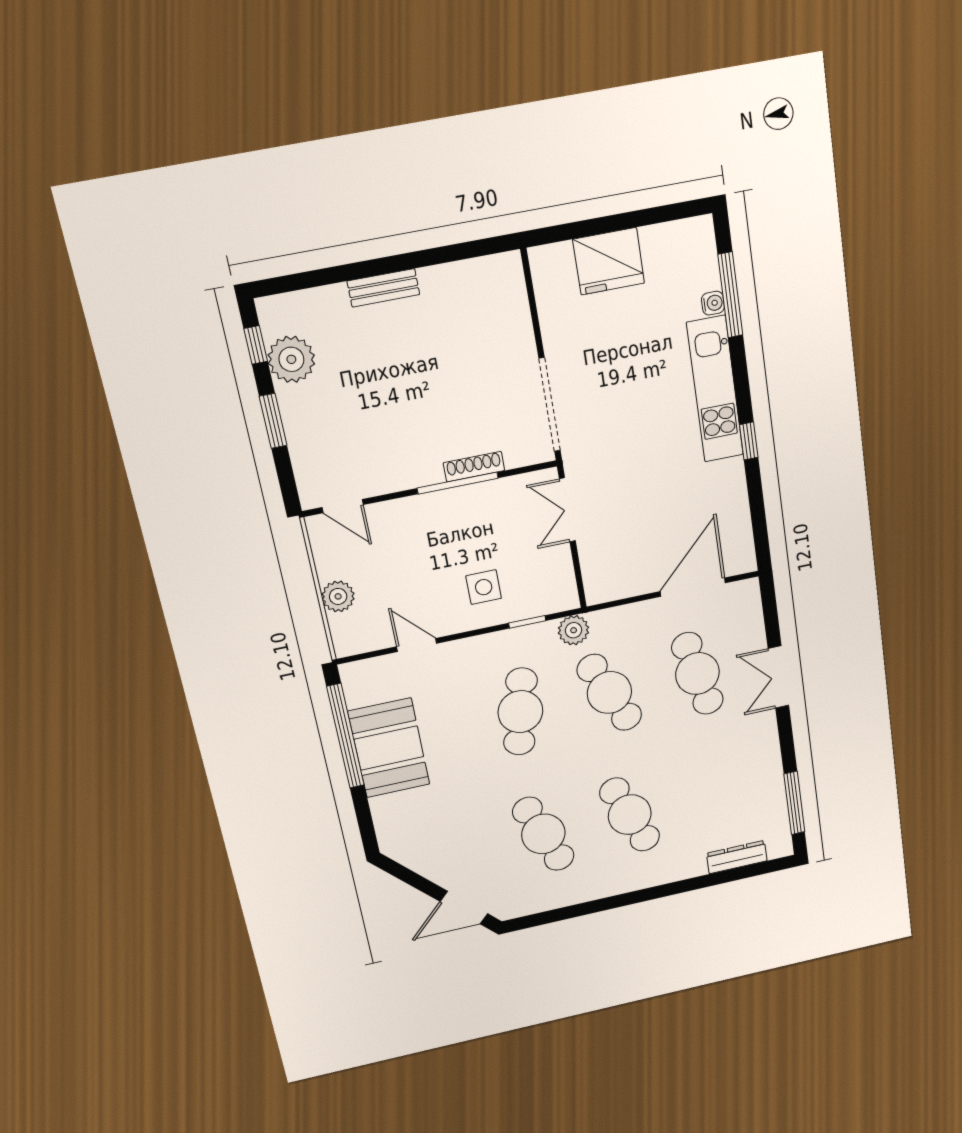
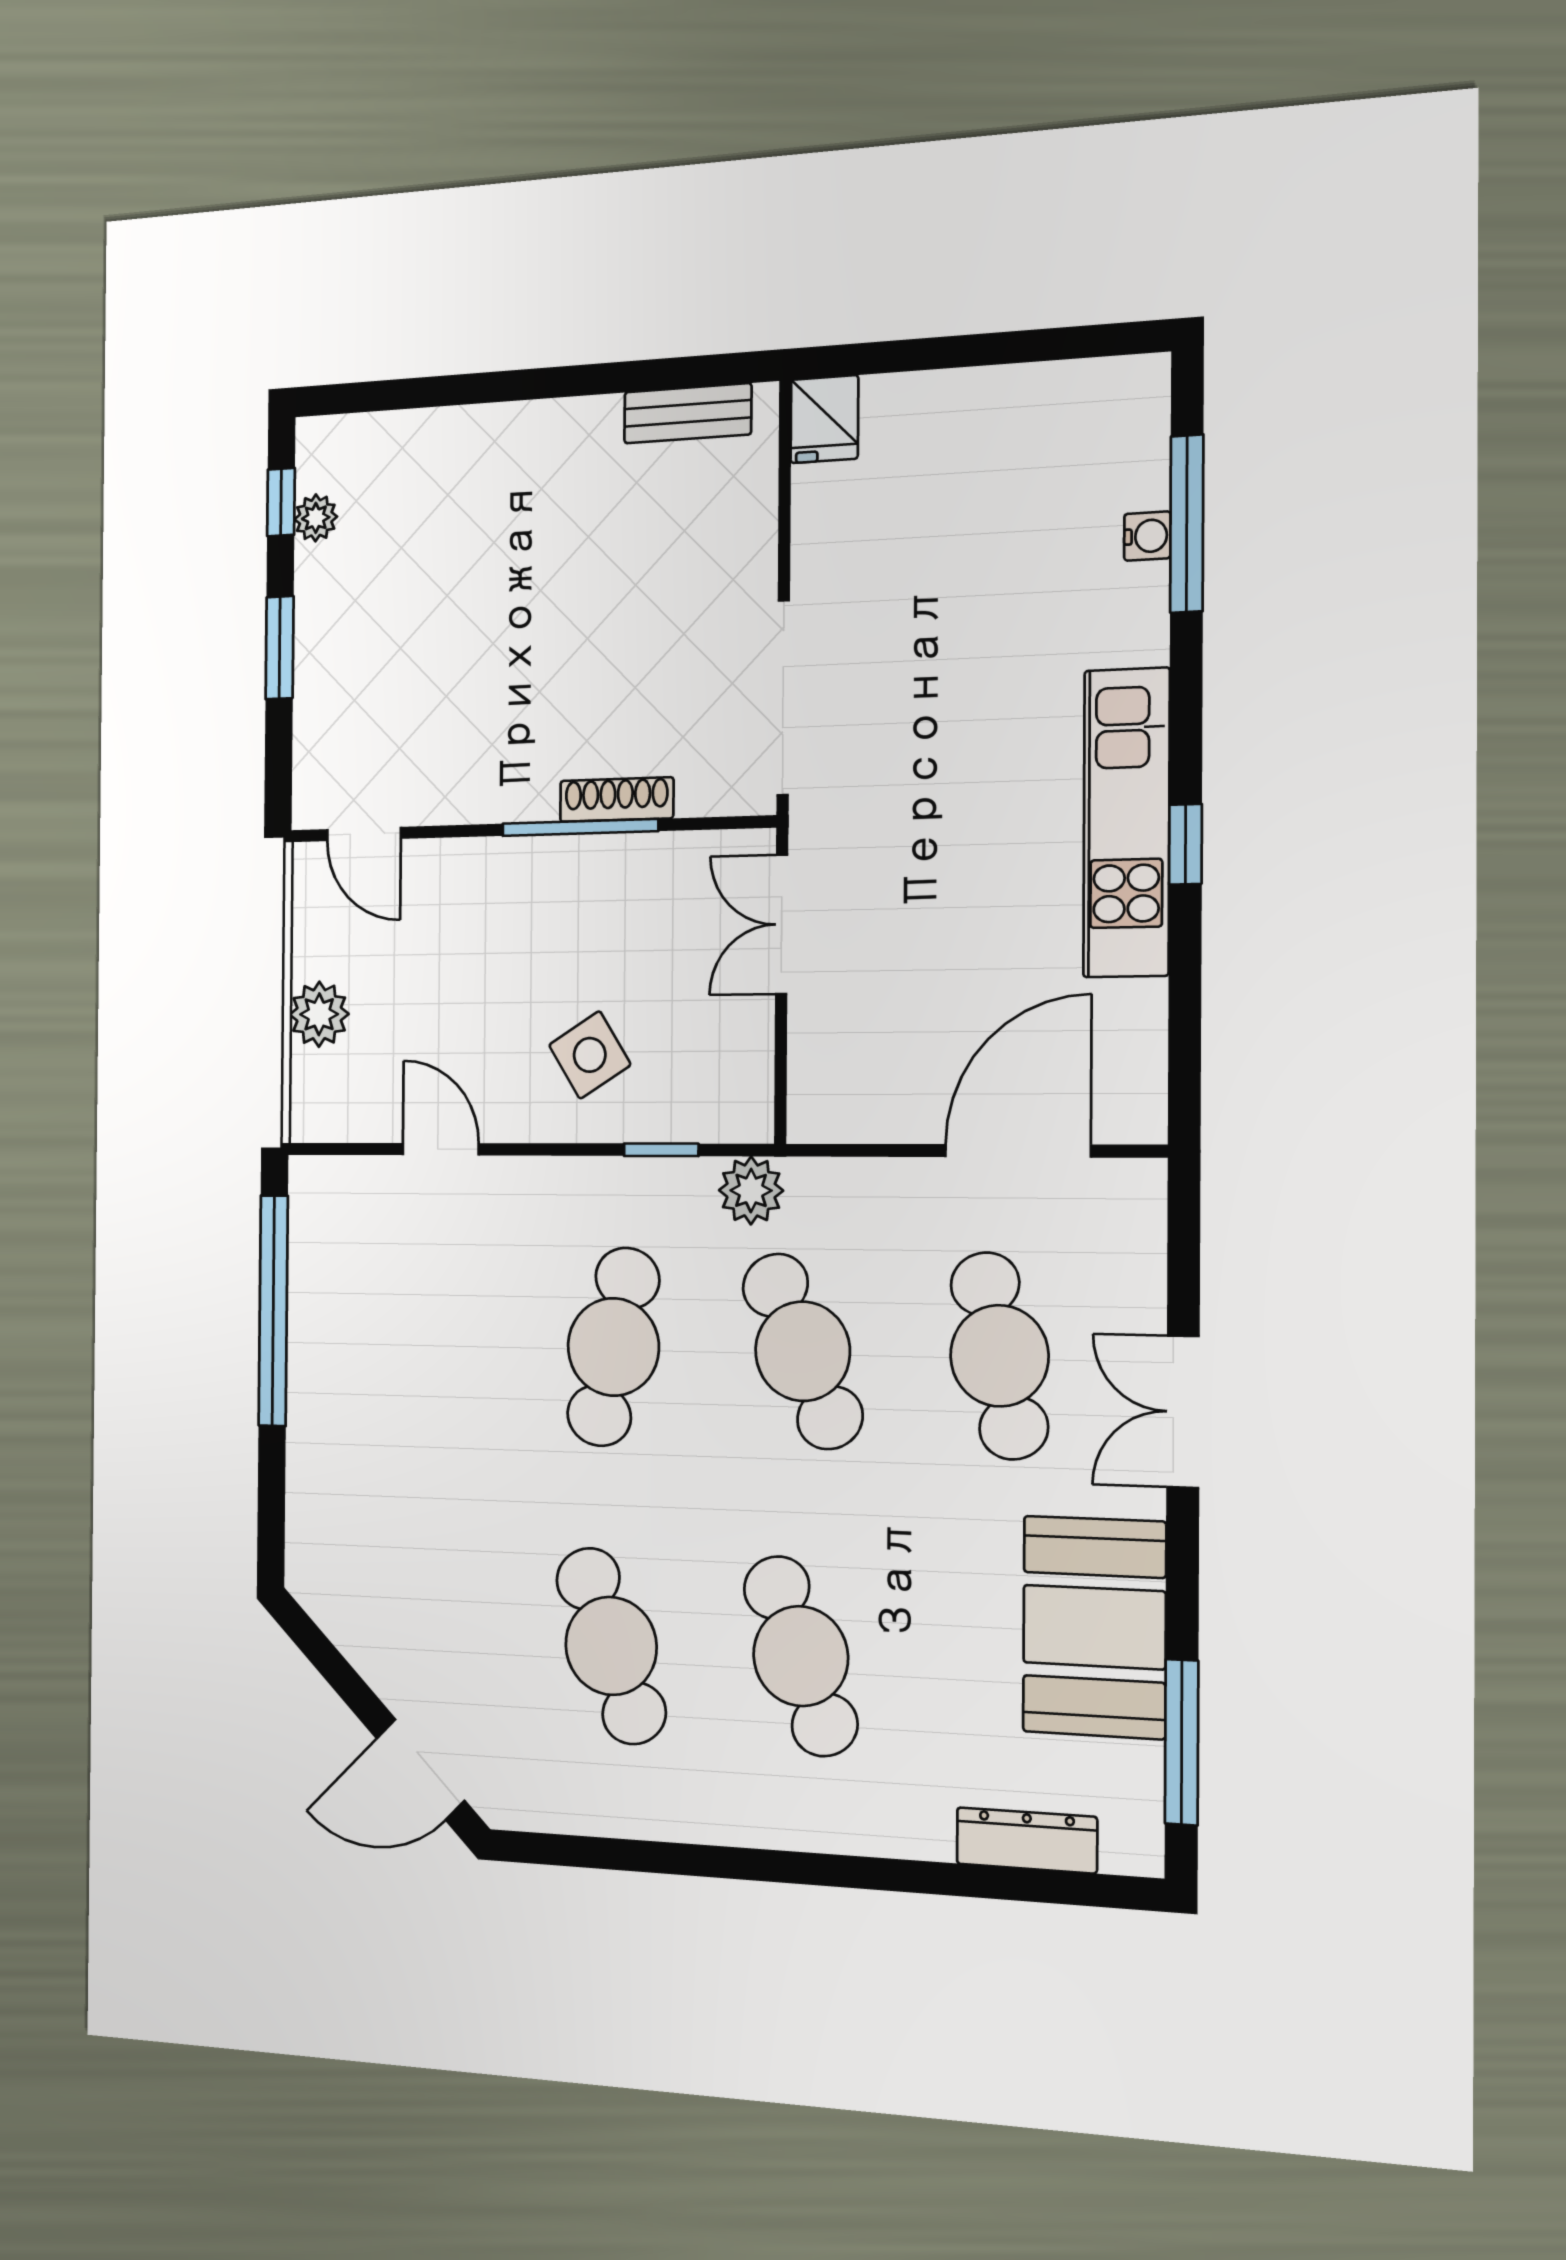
fridge: (609, 261) -> (824, 419), moved, width x0.53, depth x0.75
bench: (383, 288) -> (688, 413), moved
plant: (291, 359) -> (316, 518), width x0.53, depth x0.53
kitchen unit: (715, 389) -> (1126, 823), moved
side table: (484, 587) -> (590, 1055), turned -32
booth: (389, 748) -> (1094, 1627), moved

